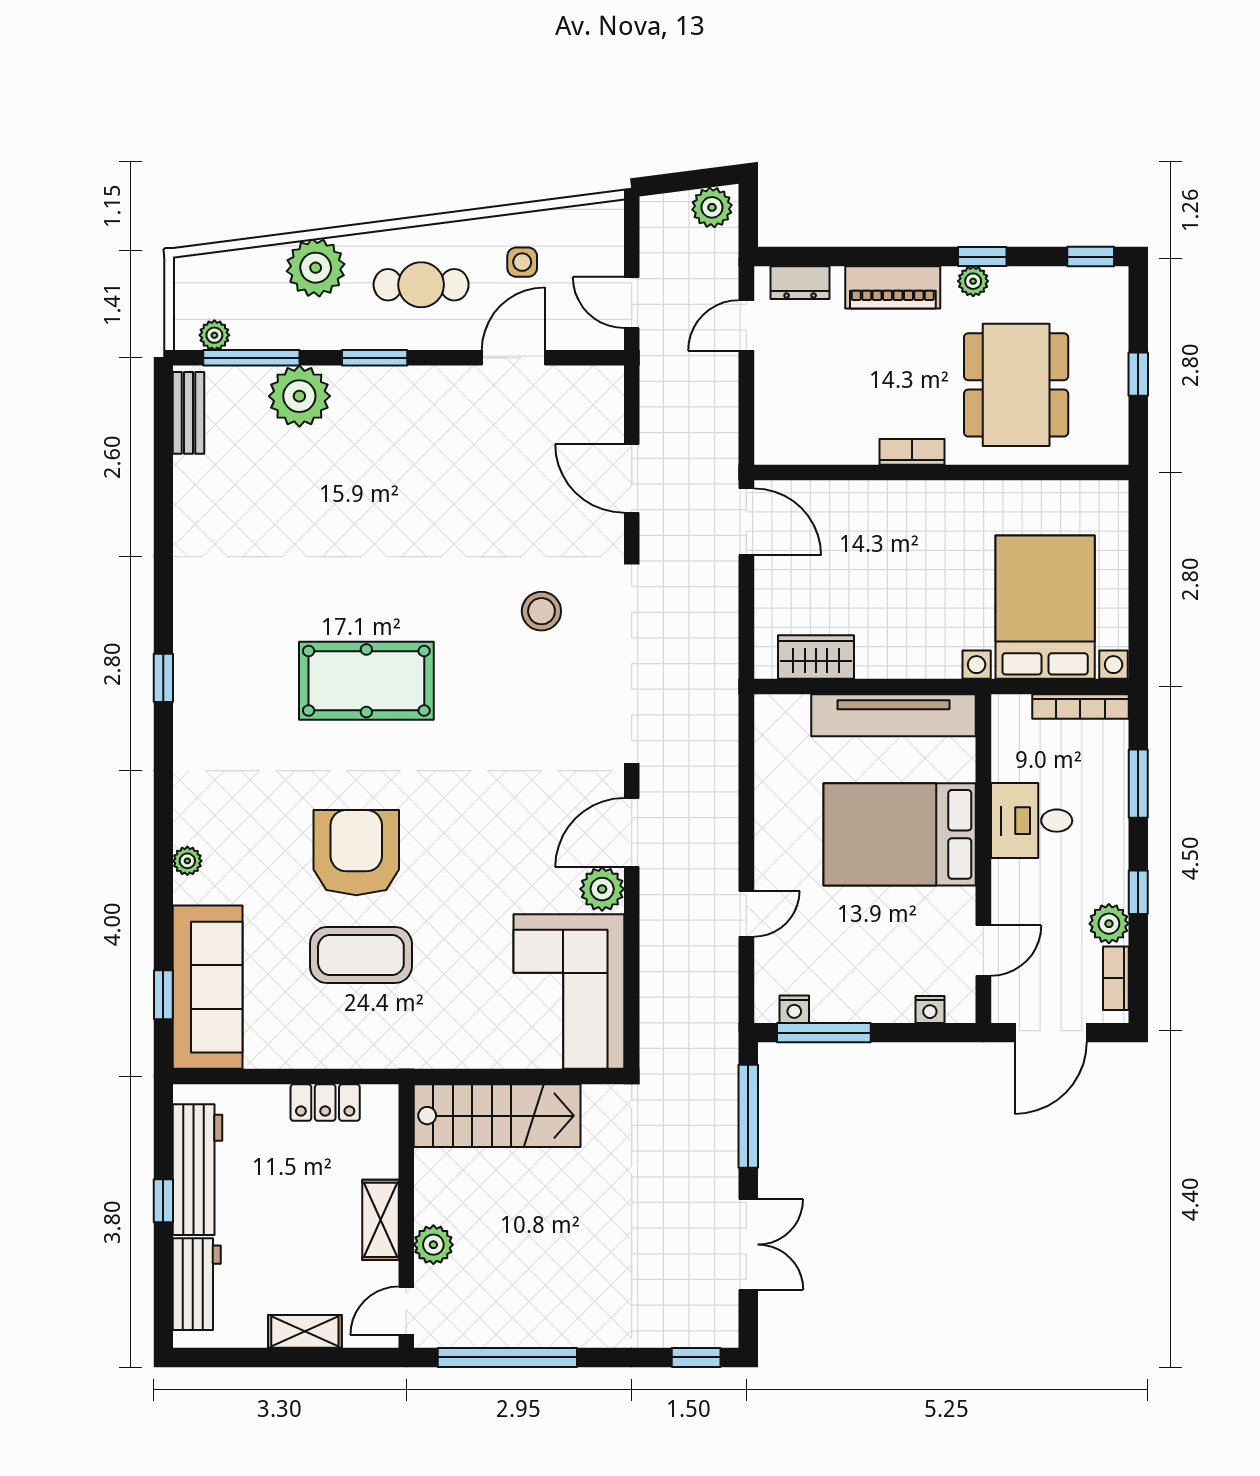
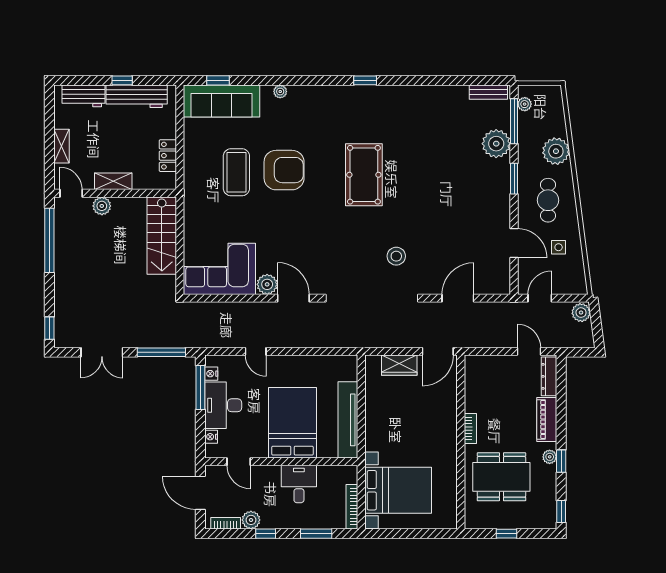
plant: (712, 207) -> (581, 313), moved
dresser: (800, 283) -> (549, 376), width x1.44
wardrobe: (816, 657) -> (399, 365), moved, turned 90
desk: (862, 984) -> (223, 405), added

